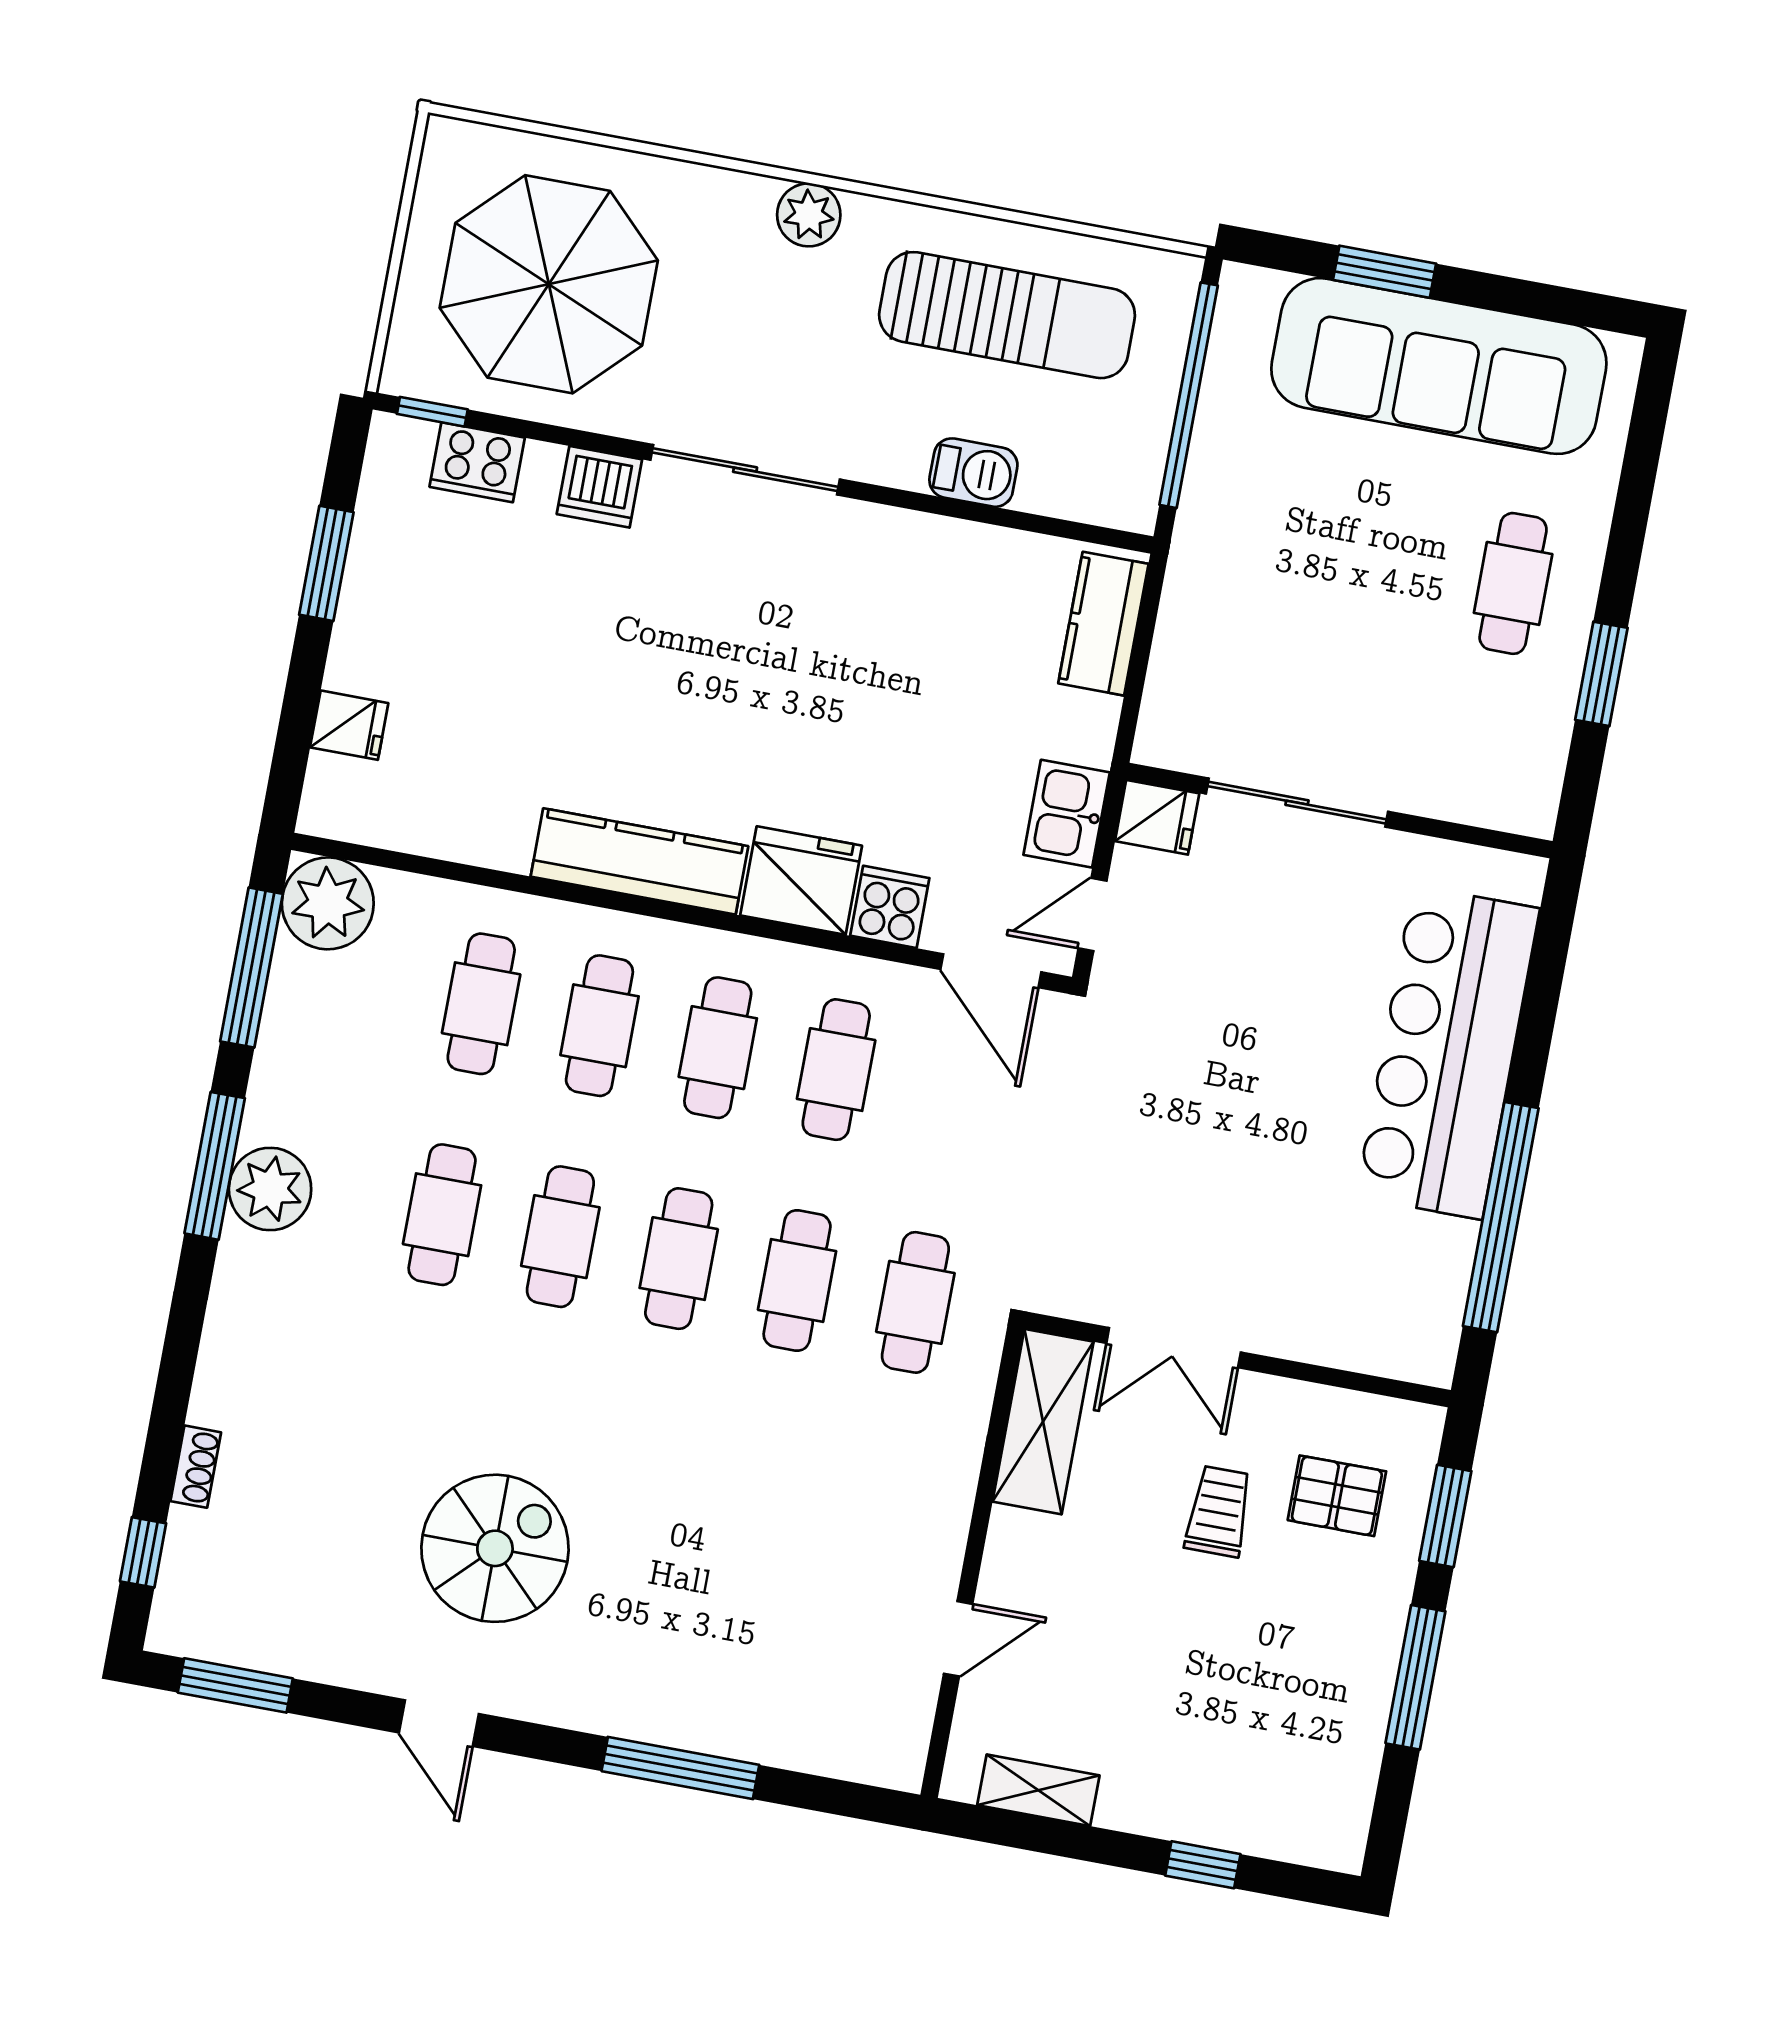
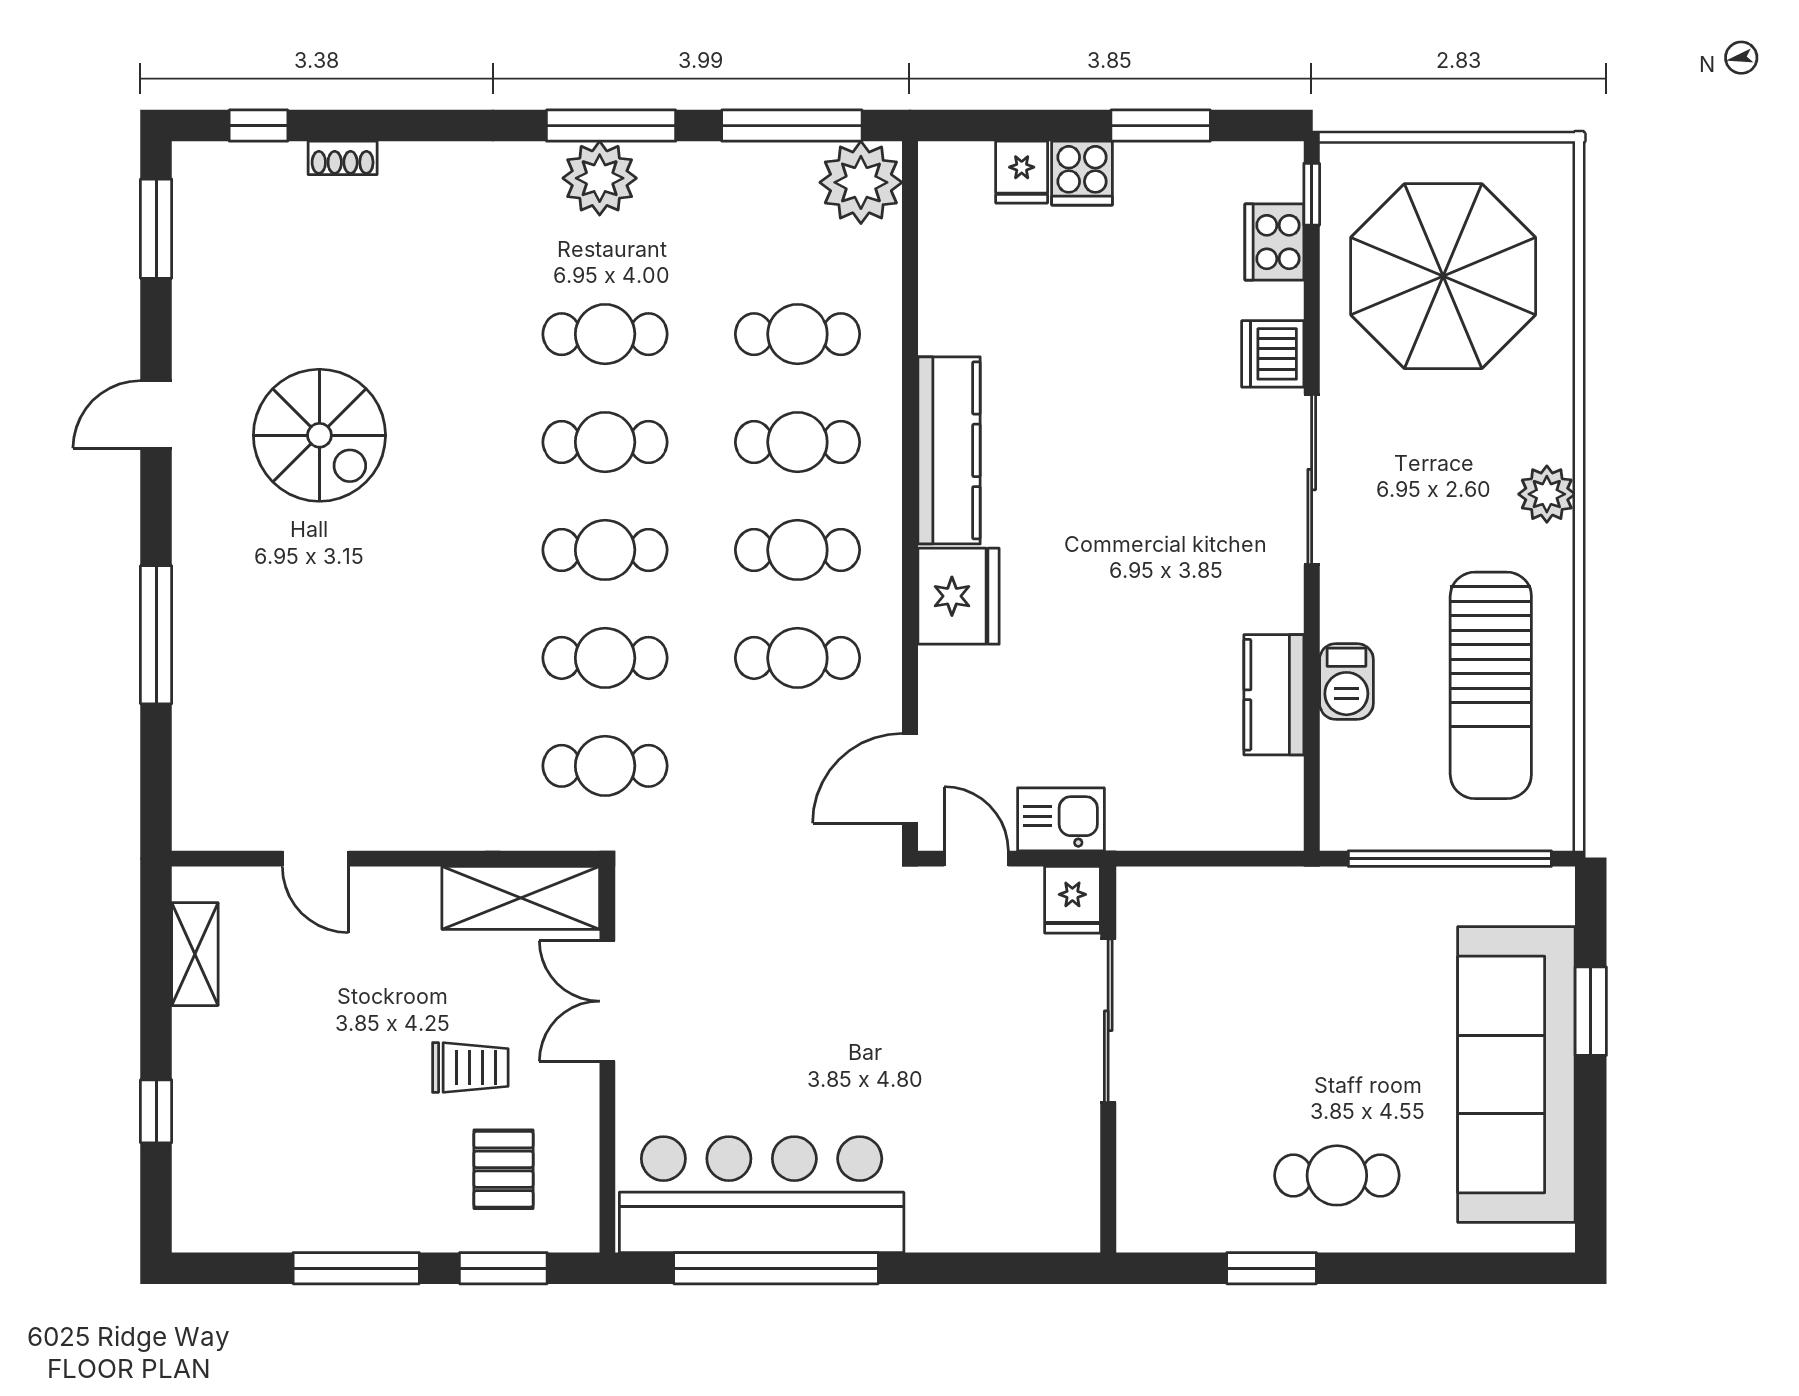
kitchen counter: (1103, 624) -> (1274, 695), moved, turned -90
cooker: (890, 907) -> (1082, 173), moved, turned 90
bar counter: (1448, 1053) -> (762, 1195), moved

